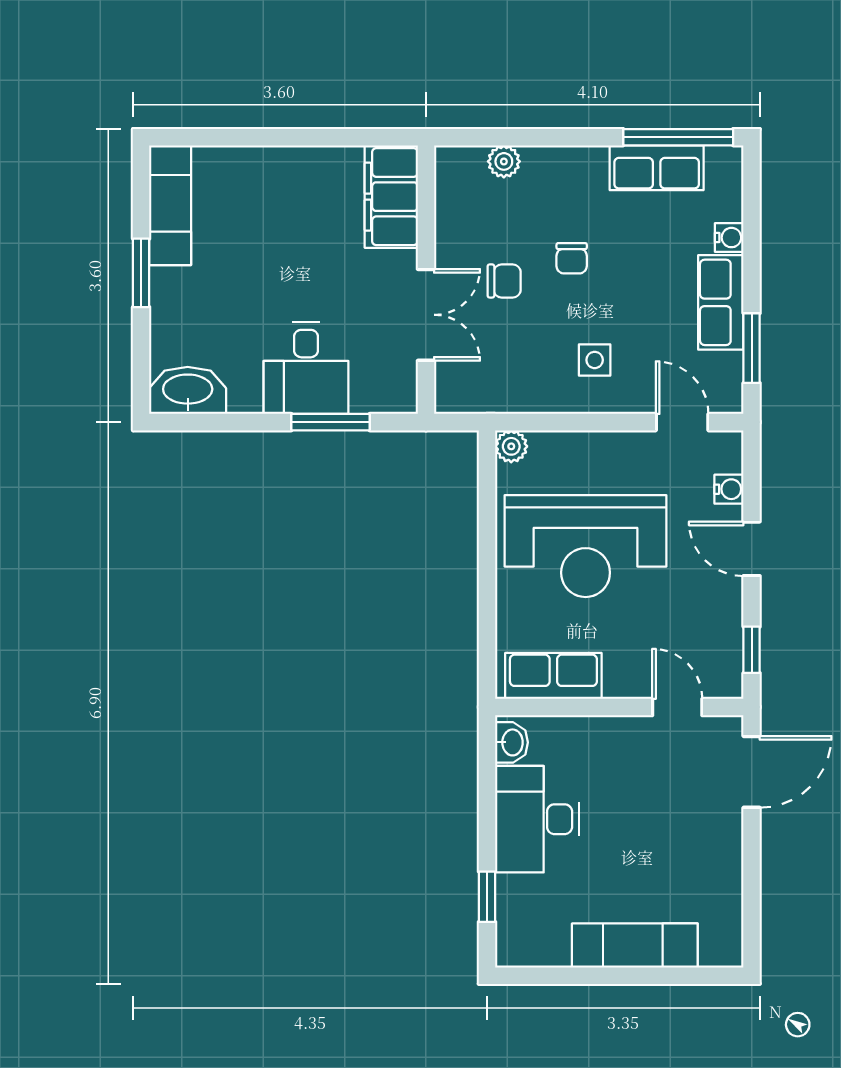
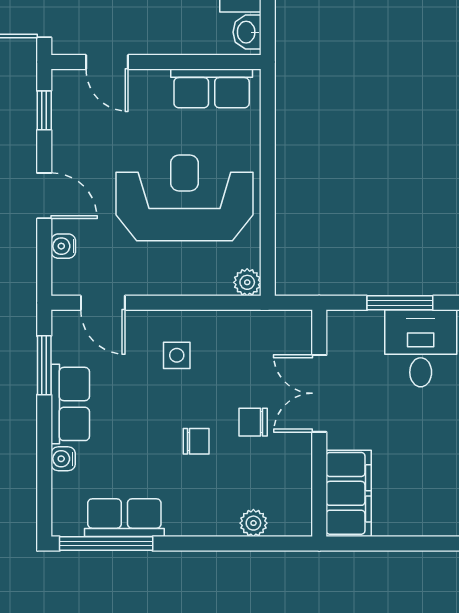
chair: (572, 258) -> (196, 441), turned 90

